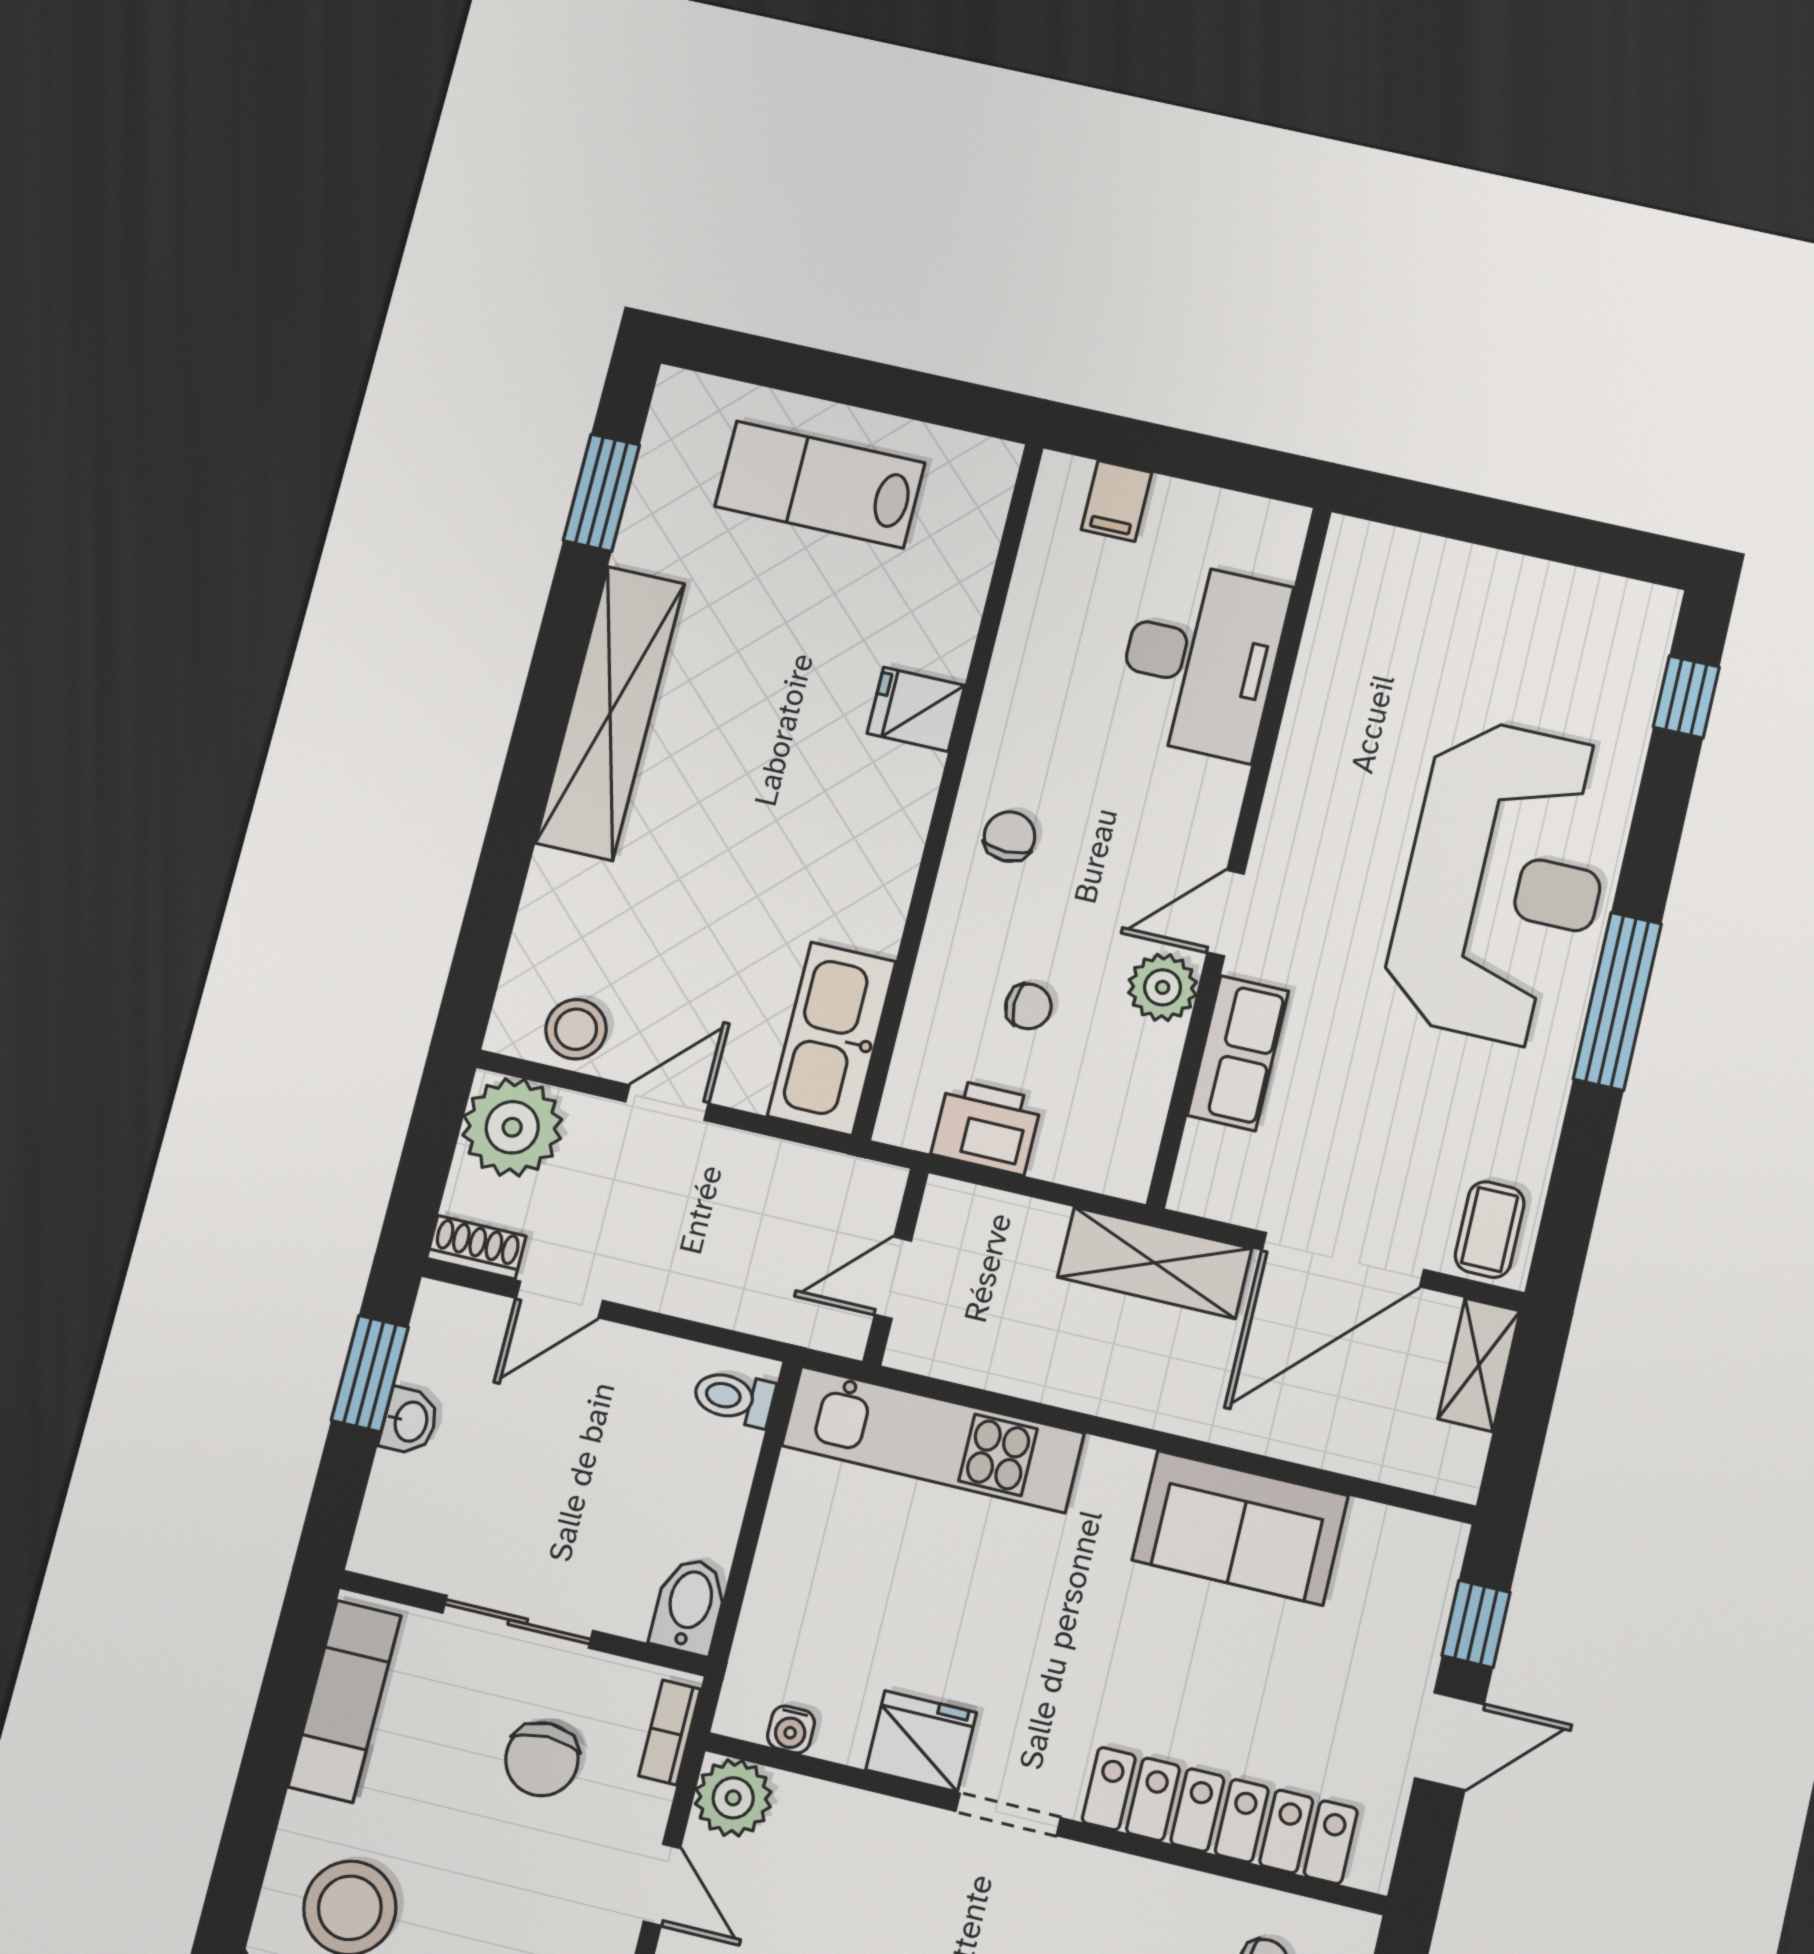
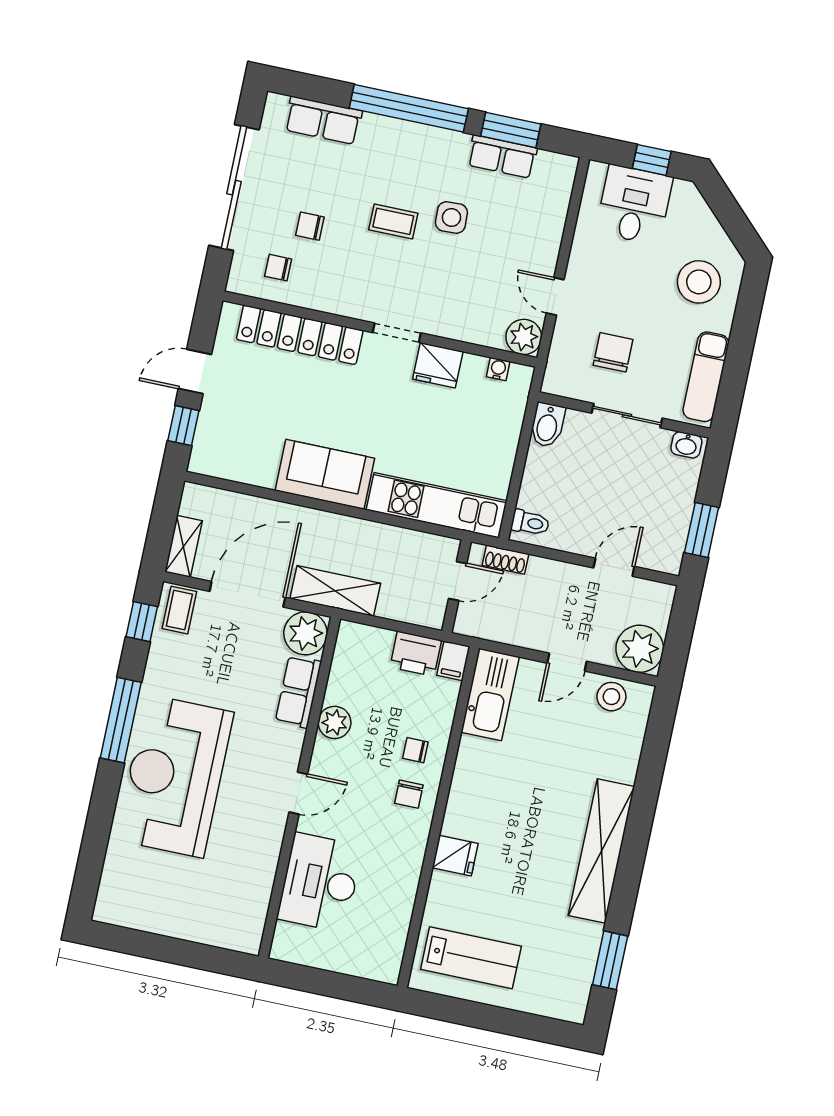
lab bench: (820, 485) -> (471, 958), moved
filing cabinet: (1116, 501) -> (453, 661), moved, turned 180
window: (1686, 697) -> (142, 622), moved
door: (1226, 913) -> (298, 793), moved
chair: (1028, 1006) -> (415, 750), moved
plant: (1220, 1175) -> (306, 633), added
shoe rack: (476, 1247) -> (506, 560), moved
washbasin: (410, 1421) -> (686, 445), moved, turned -90
sofa: (1240, 1528) -> (325, 474), moved
bookcase: (670, 1732) -> (554, 366), removed

